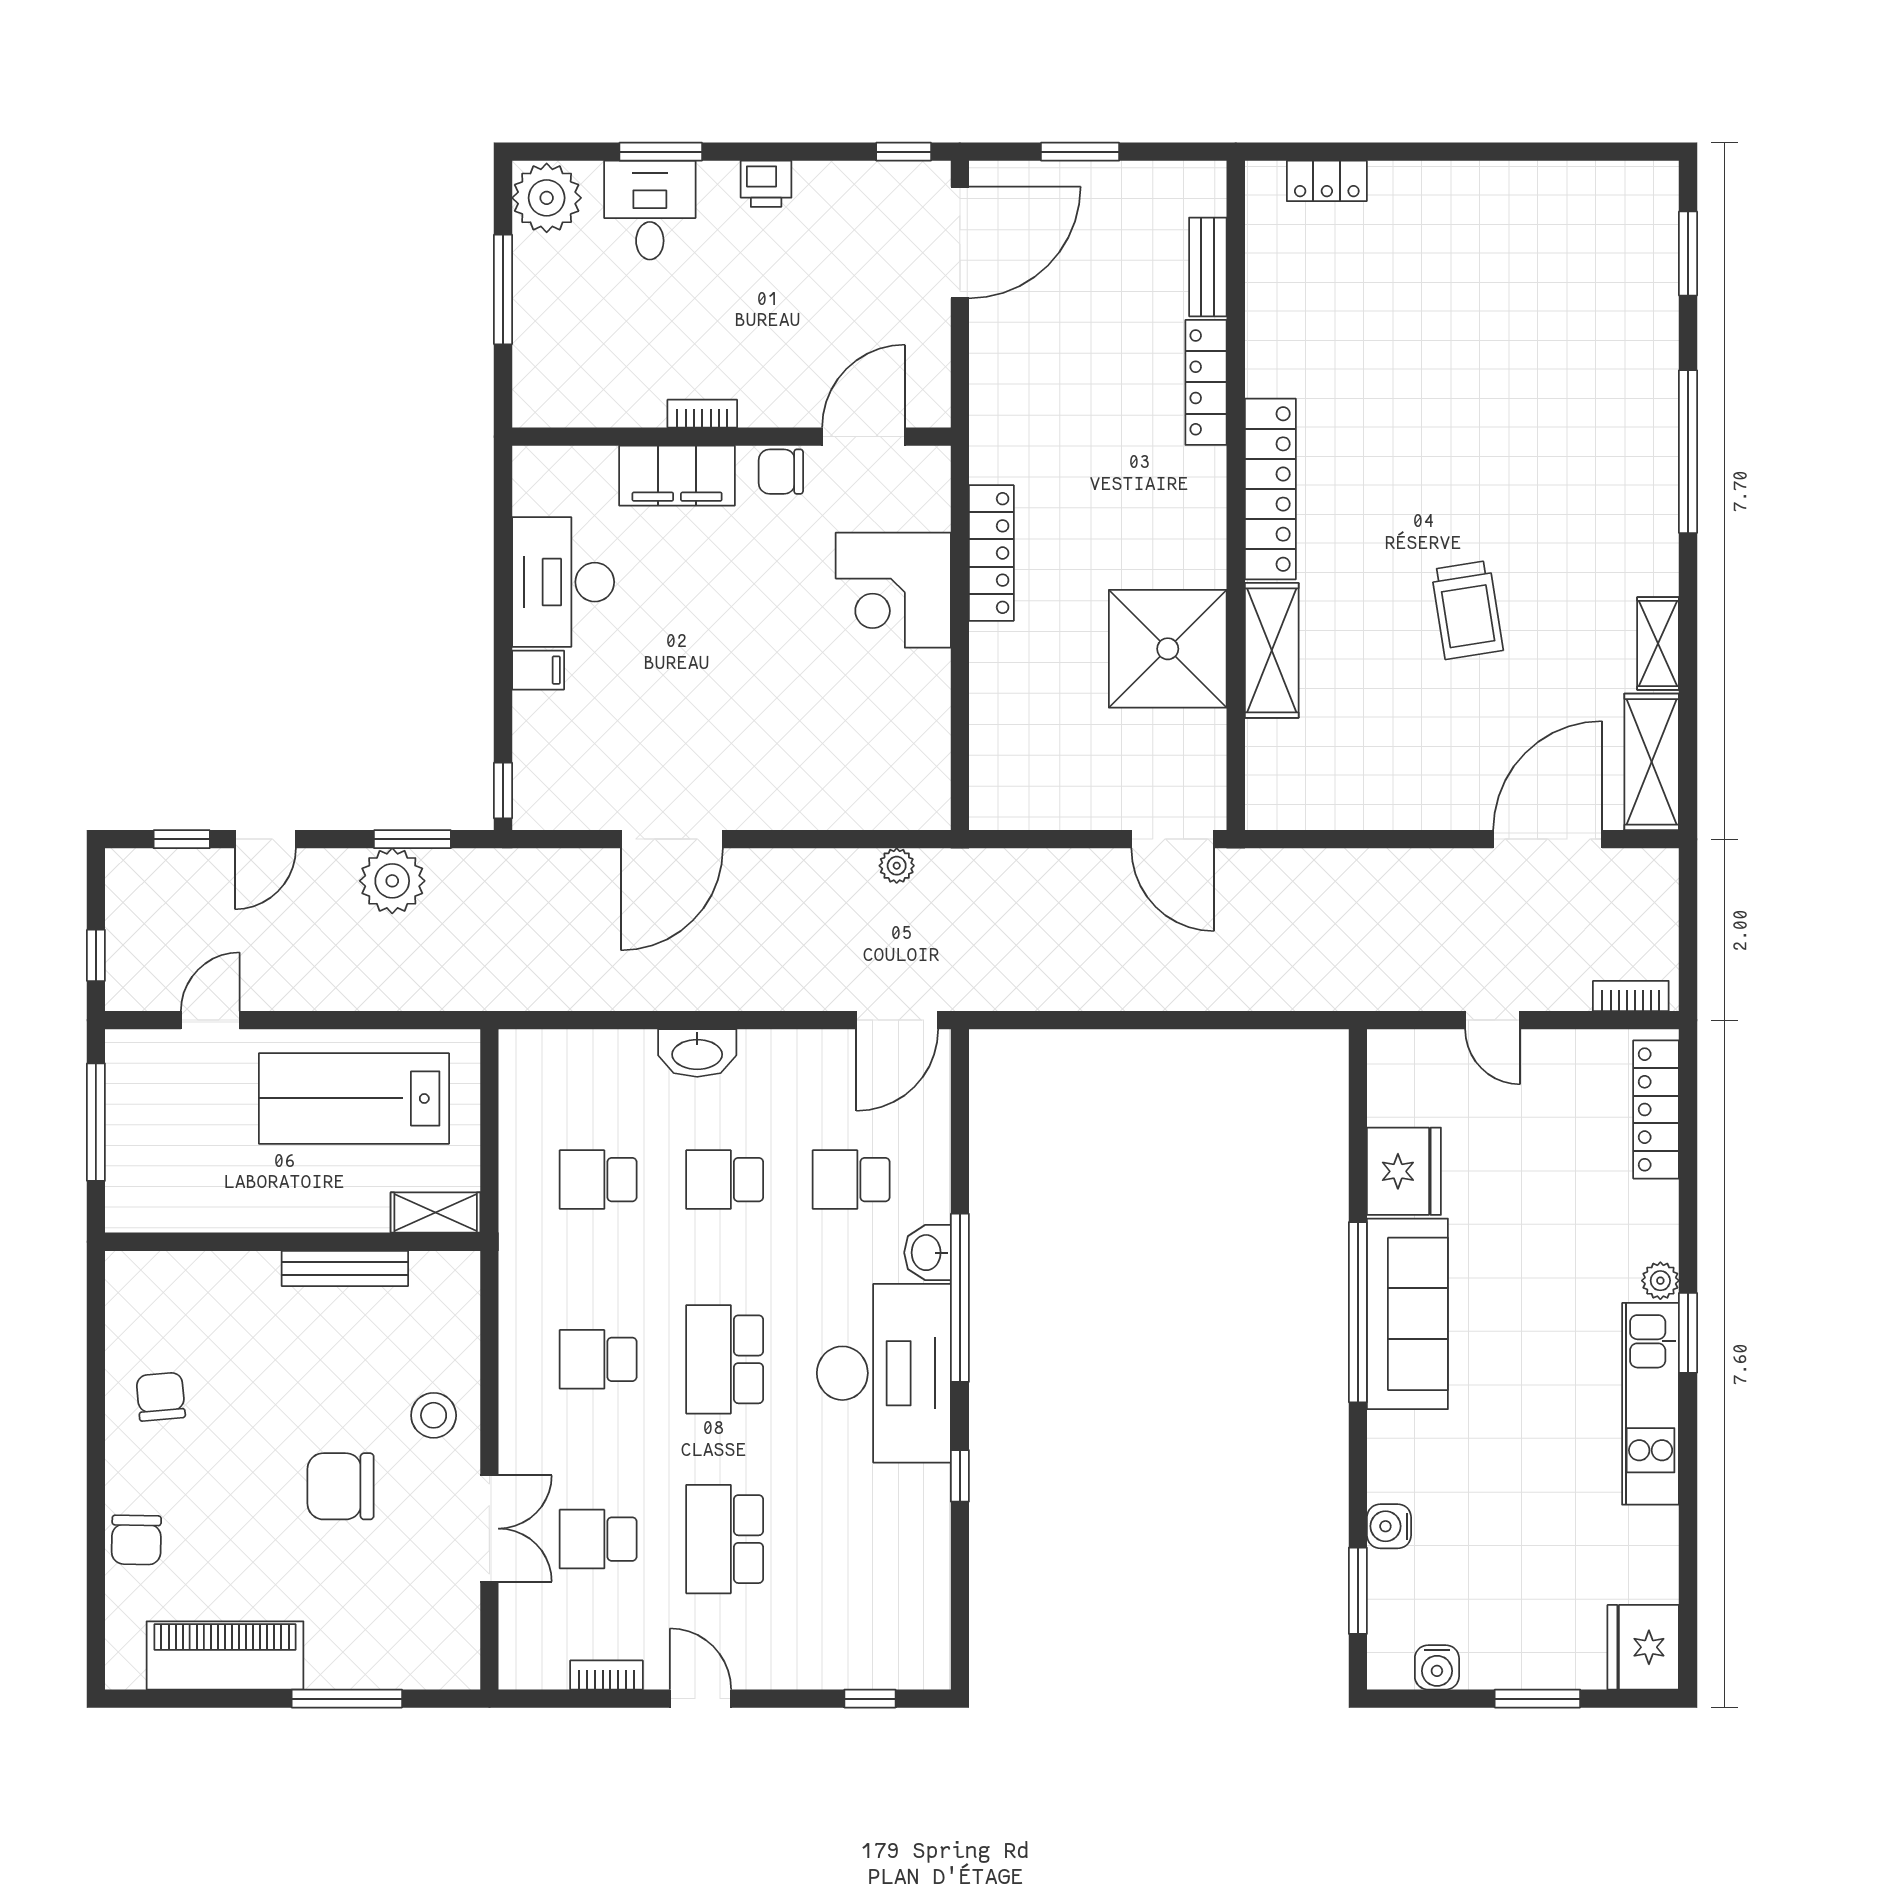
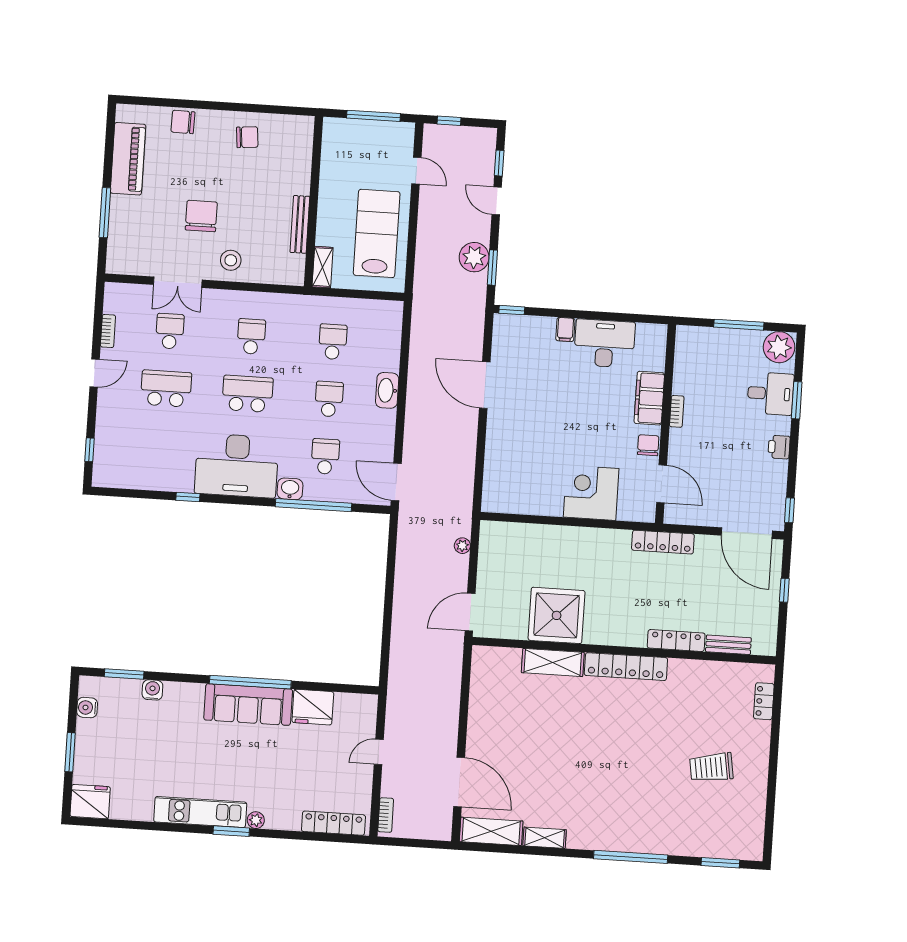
window: (1080, 152) -> (784, 590), width x0.67
locker: (991, 553) -> (663, 542), moved
trolley: (1467, 610) -> (711, 767), moved
plant: (897, 866) -> (462, 546), moved
window: (960, 1298) -> (313, 505), moved

